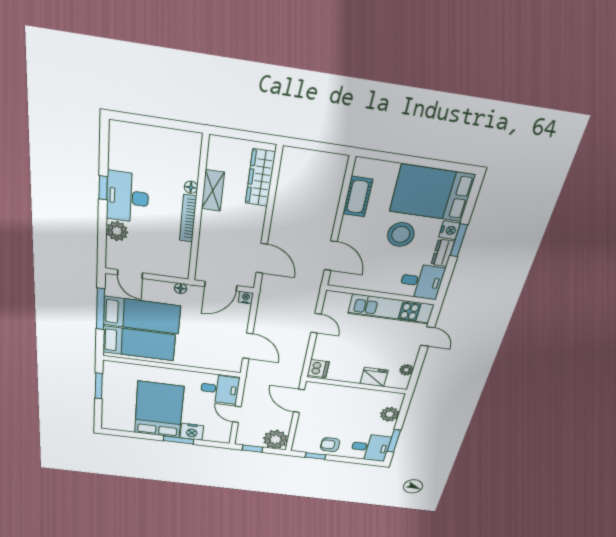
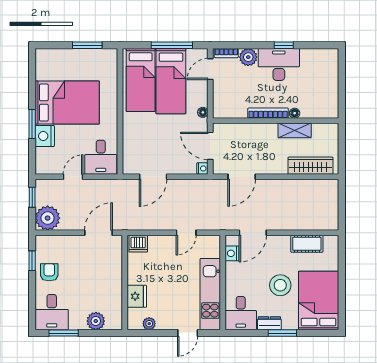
nightstand: (449, 230) -> (232, 253), moved, turned 90
bookcase: (111, 254) -> (226, 53), added

